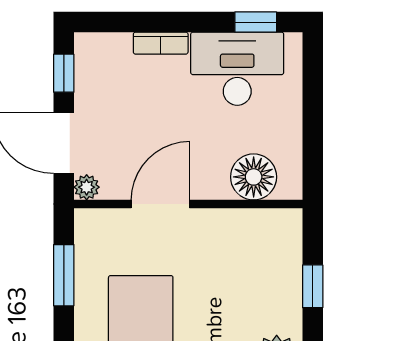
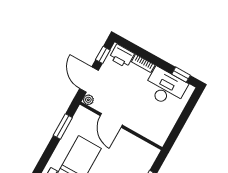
printer: (106, 53) -> (122, 56), added
floor lamp: (254, 177) -> (150, 129), removed
door: (160, 204) -> (111, 120), swing flipped

